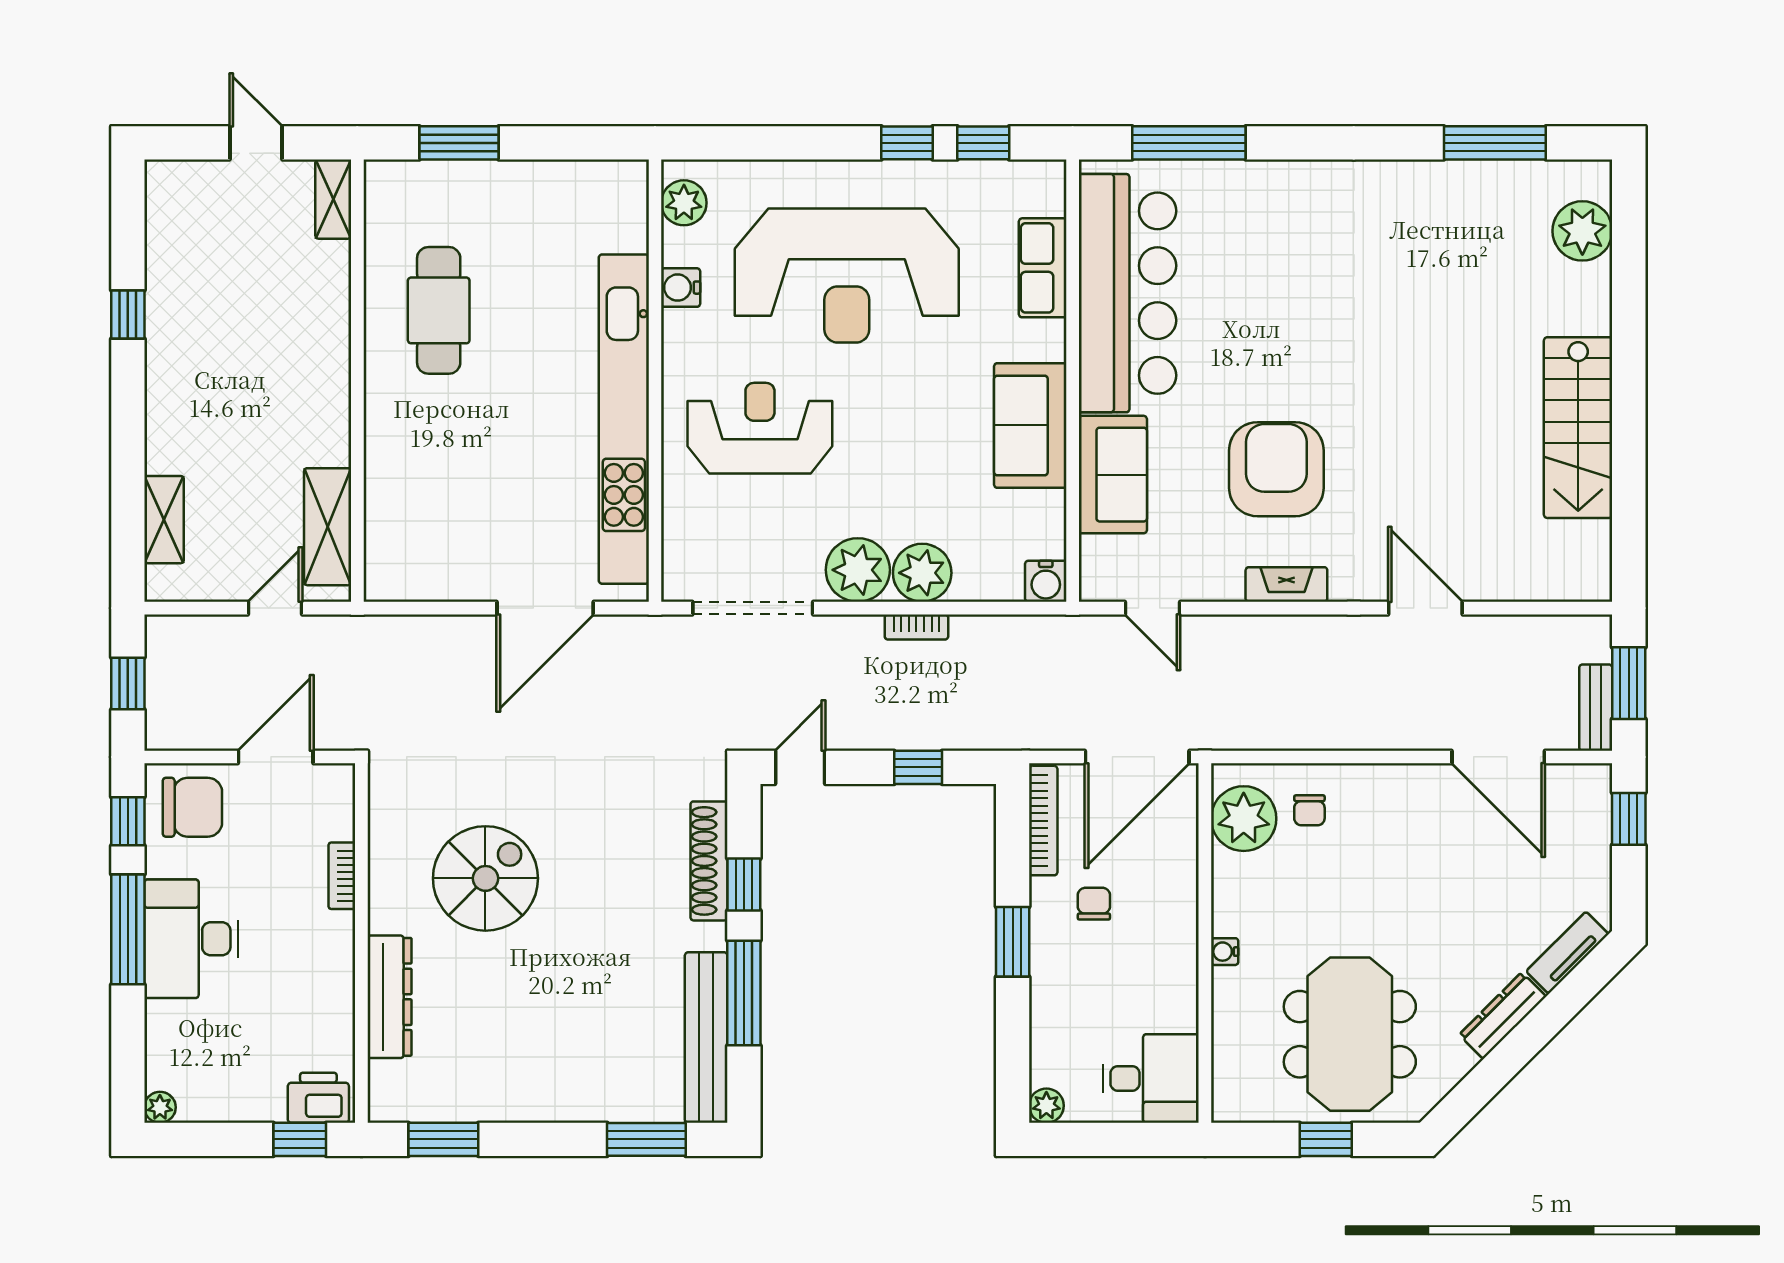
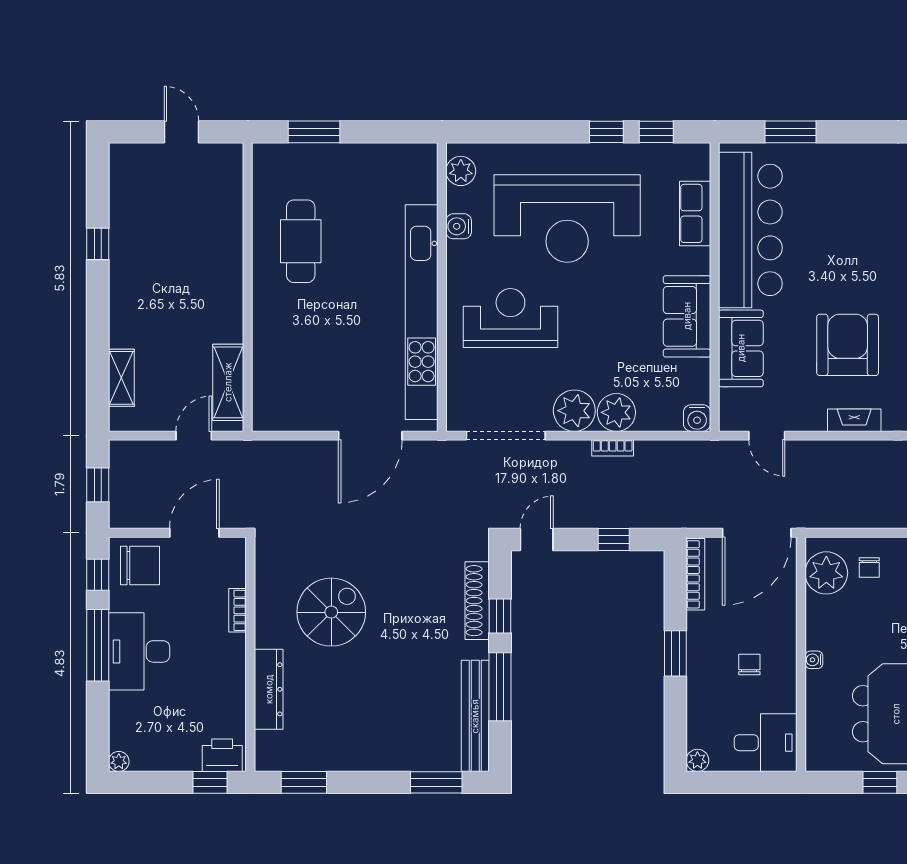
window: (1189, 143) -> (791, 132), width x0.69
shelving: (333, 199) -> (232, 169), removed
chair: (1094, 904) -> (749, 665), moved

